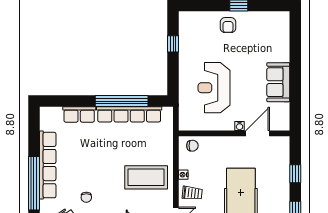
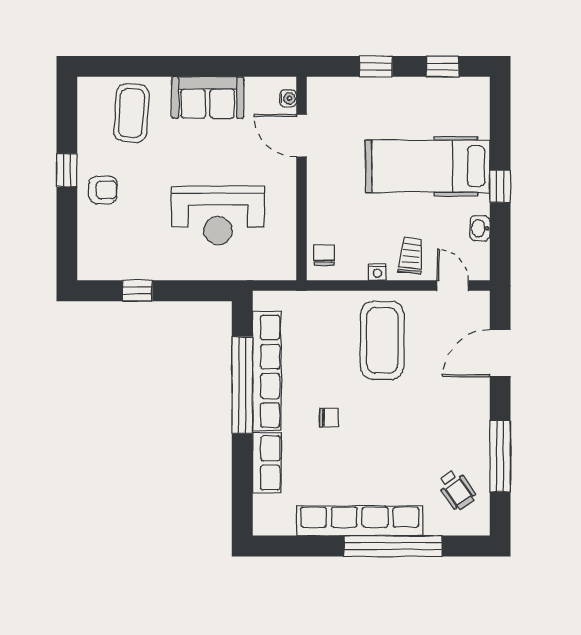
coffee table: (270, 41) -> (131, 113), added
water cooler: (240, 126) -> (288, 98), moved
chair: (86, 197) -> (329, 418), moved

